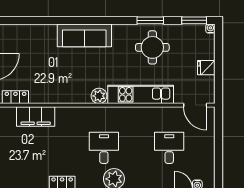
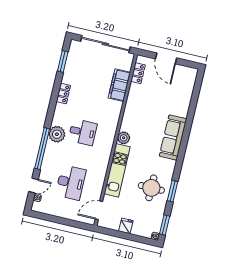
desk: (169, 148) -> (71, 183), width x1.37

